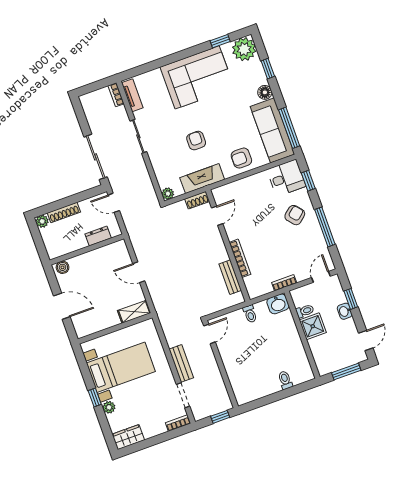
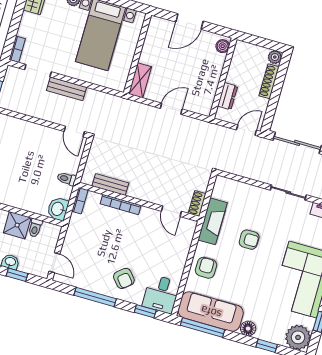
plant: (168, 194) -> (221, 182), removed
bookcase: (284, 283) -> (80, 201), moved

